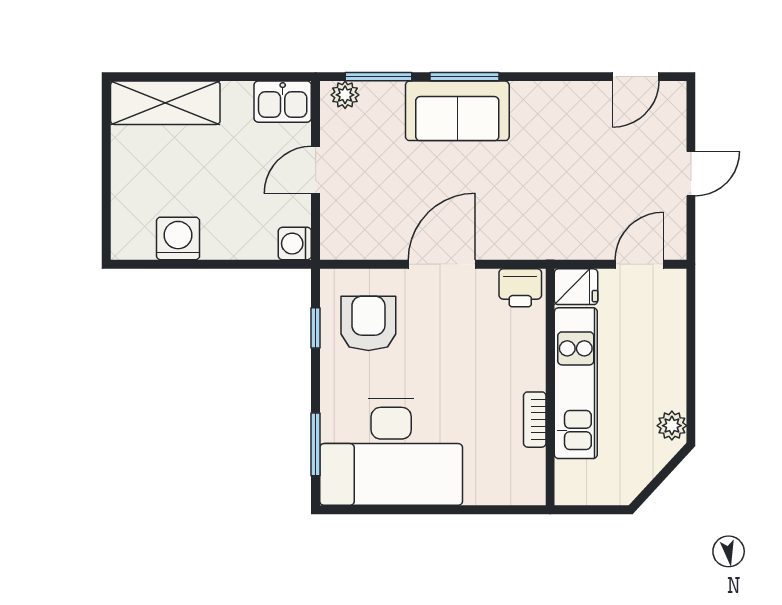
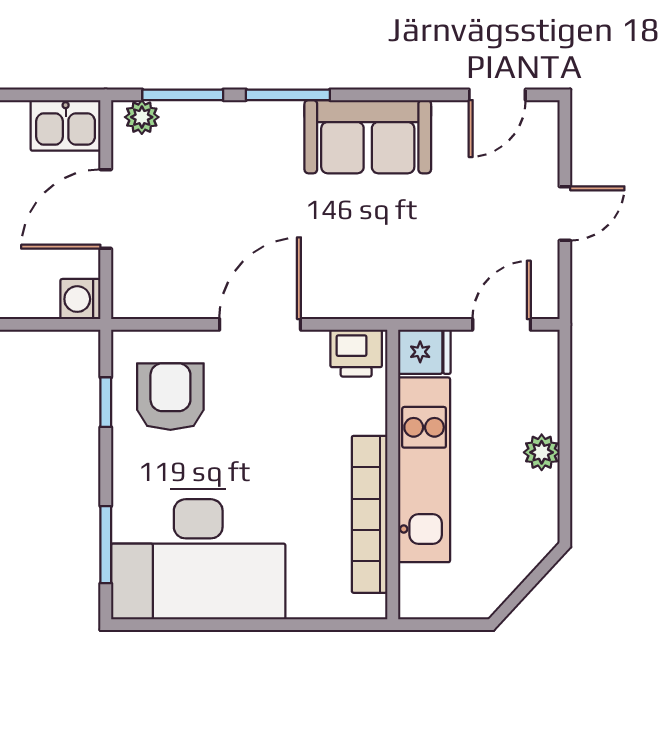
sofa: (457, 111) -> (368, 137), moved
door: (316, 170) -> (106, 209), width x1.38
bookcase: (535, 420) -> (370, 514), width x2.31, depth x1.31
plant: (672, 426) -> (542, 452), moved

